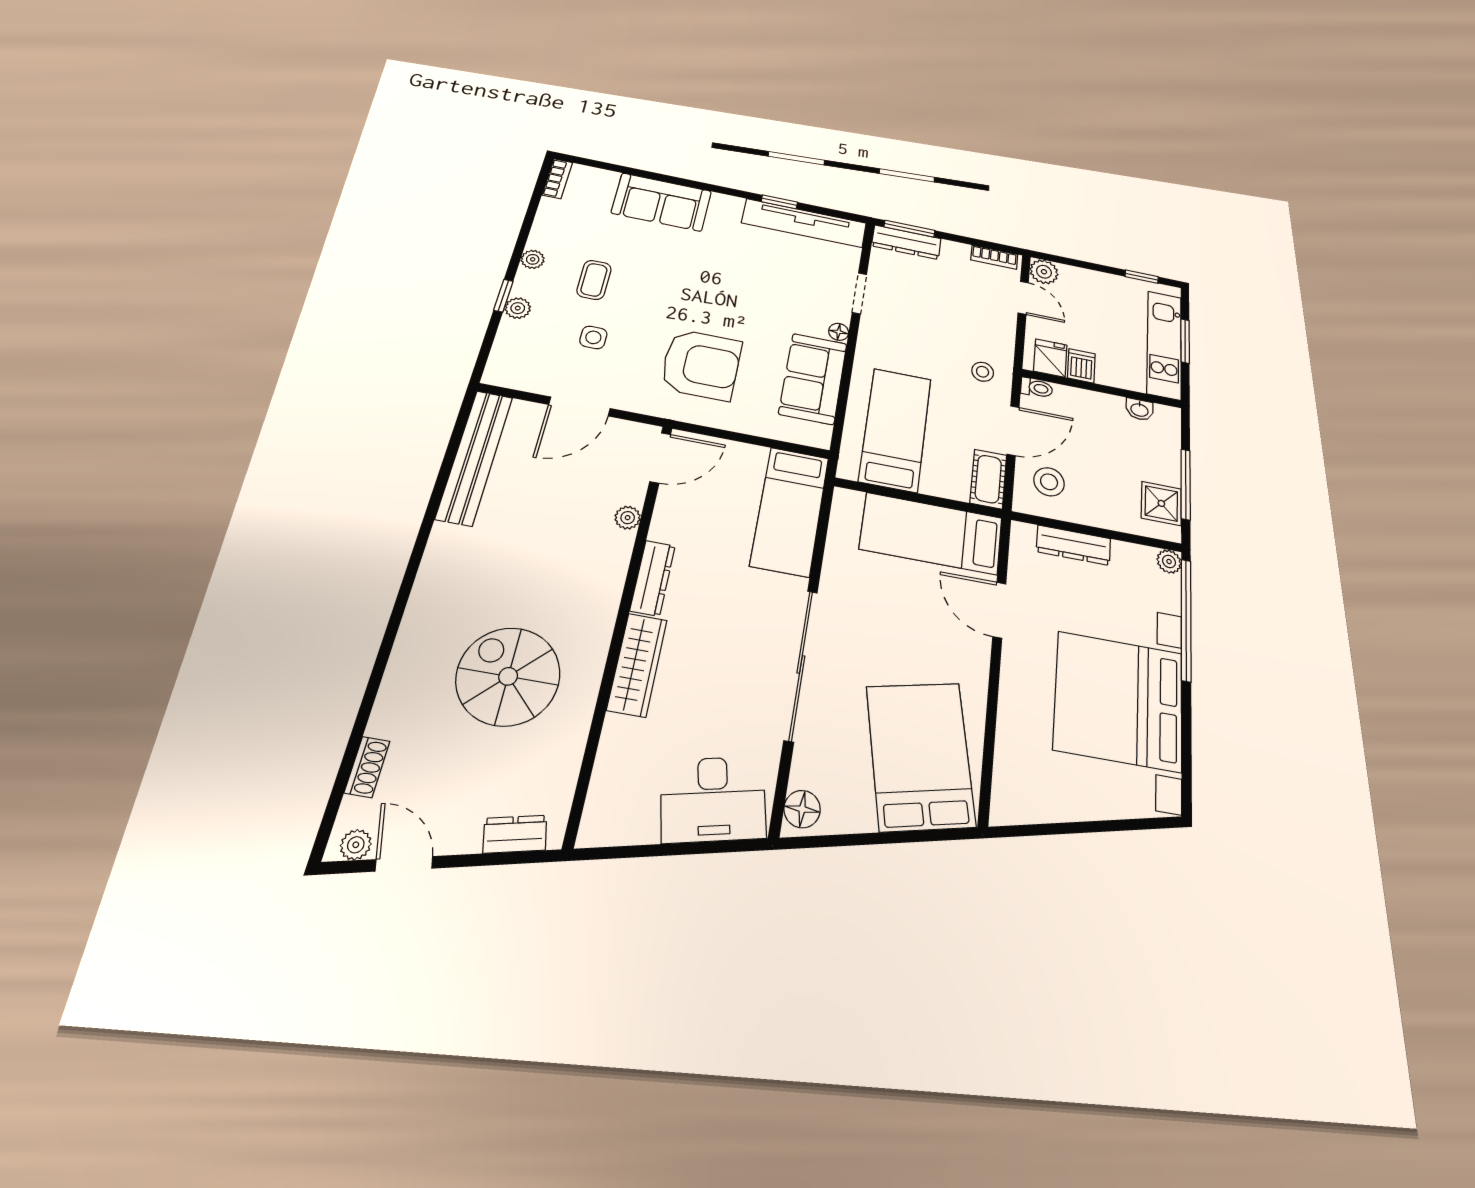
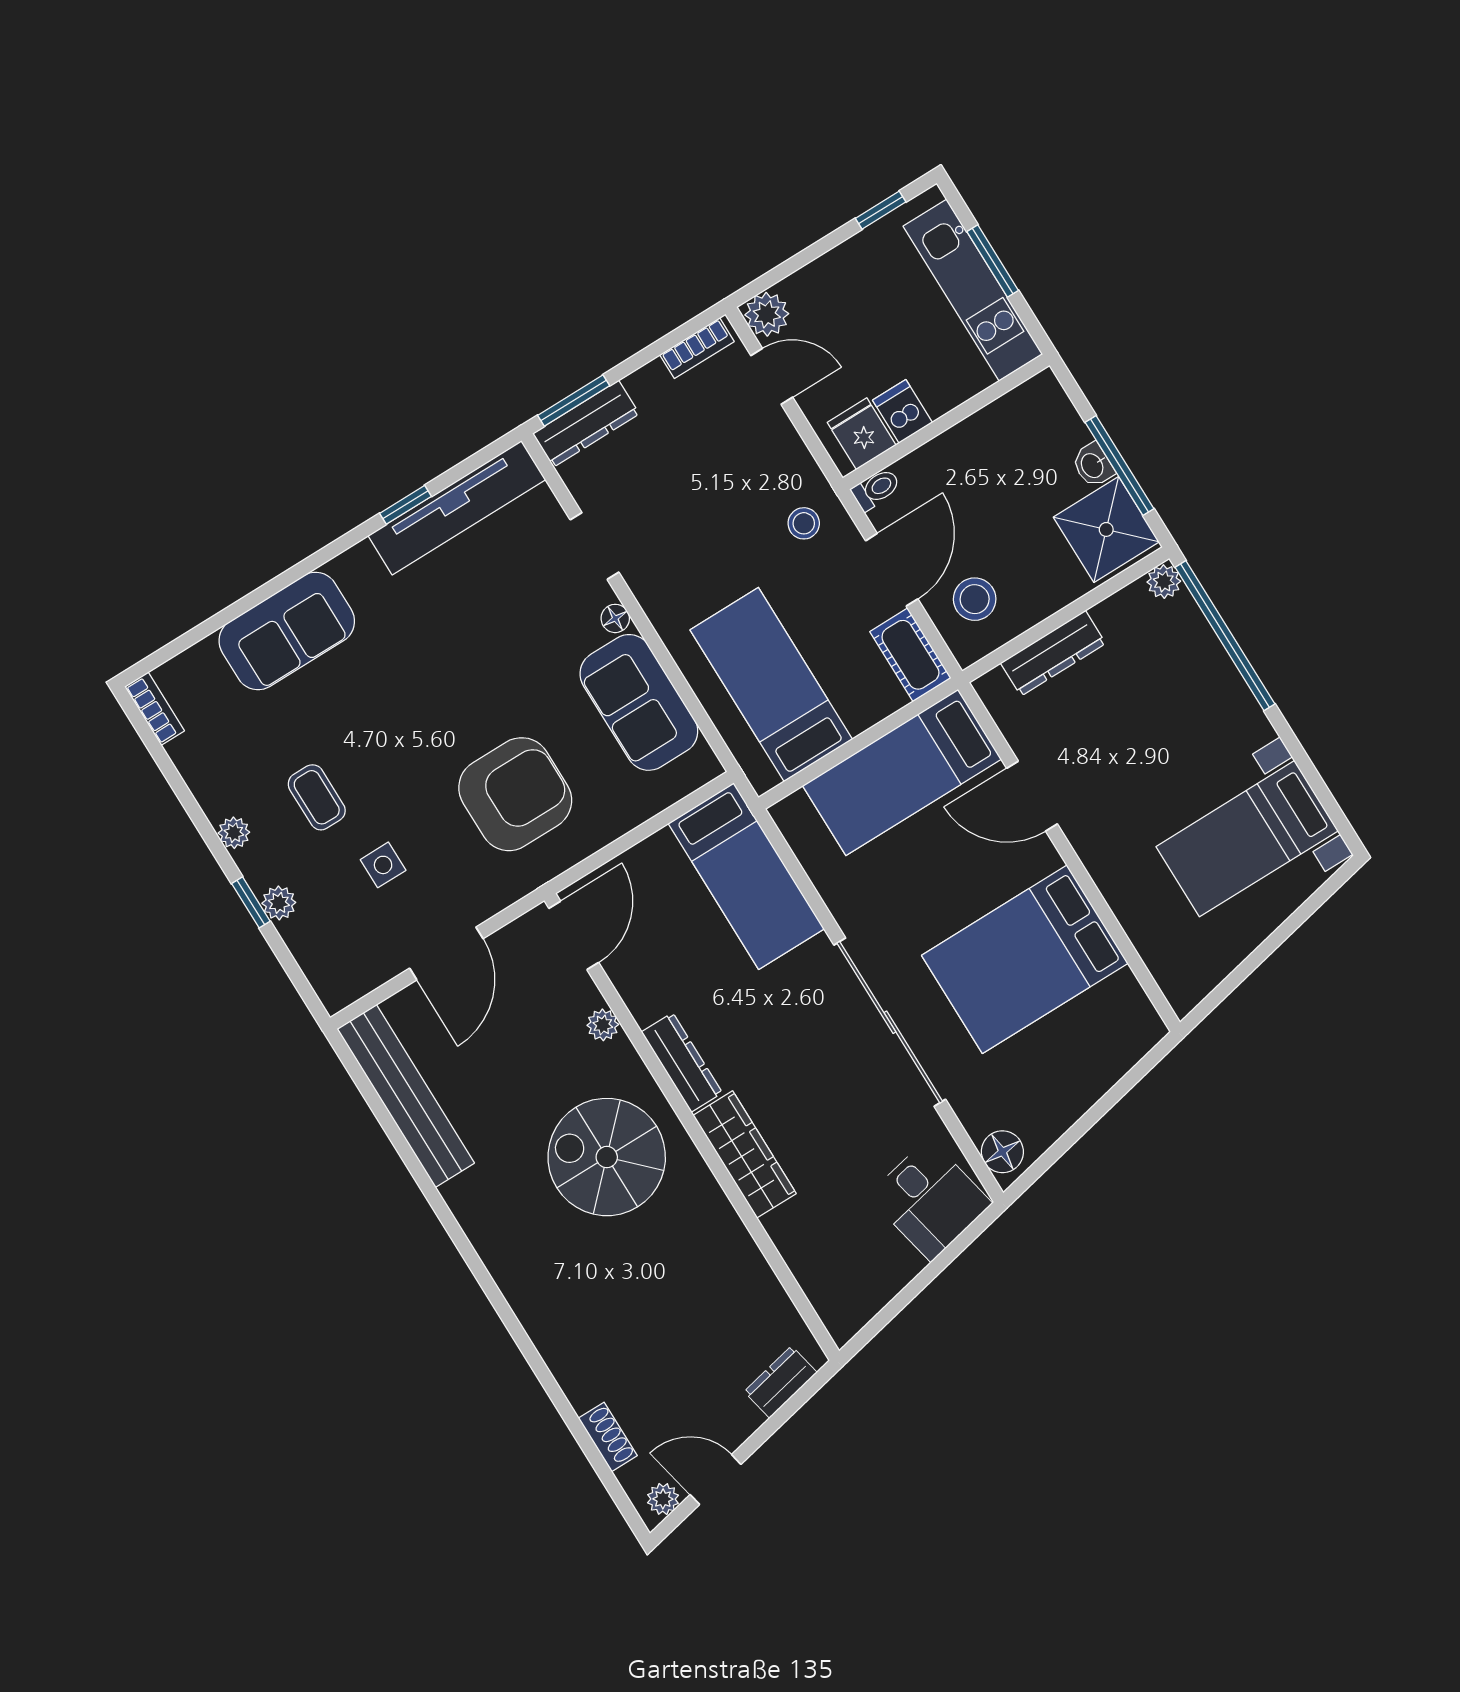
washbasin: (1139, 410) -> (1093, 465), moved, turned 90
shower: (1161, 503) -> (1106, 529), width x1.36, depth x1.36
spiral stairs: (508, 676) -> (607, 1157), moved
bed with nightstands: (1119, 701) -> (1247, 839), width x0.54
bed: (920, 756) -> (1025, 959), moved, turned -78
desk: (713, 799) -> (930, 1200), width x0.73

